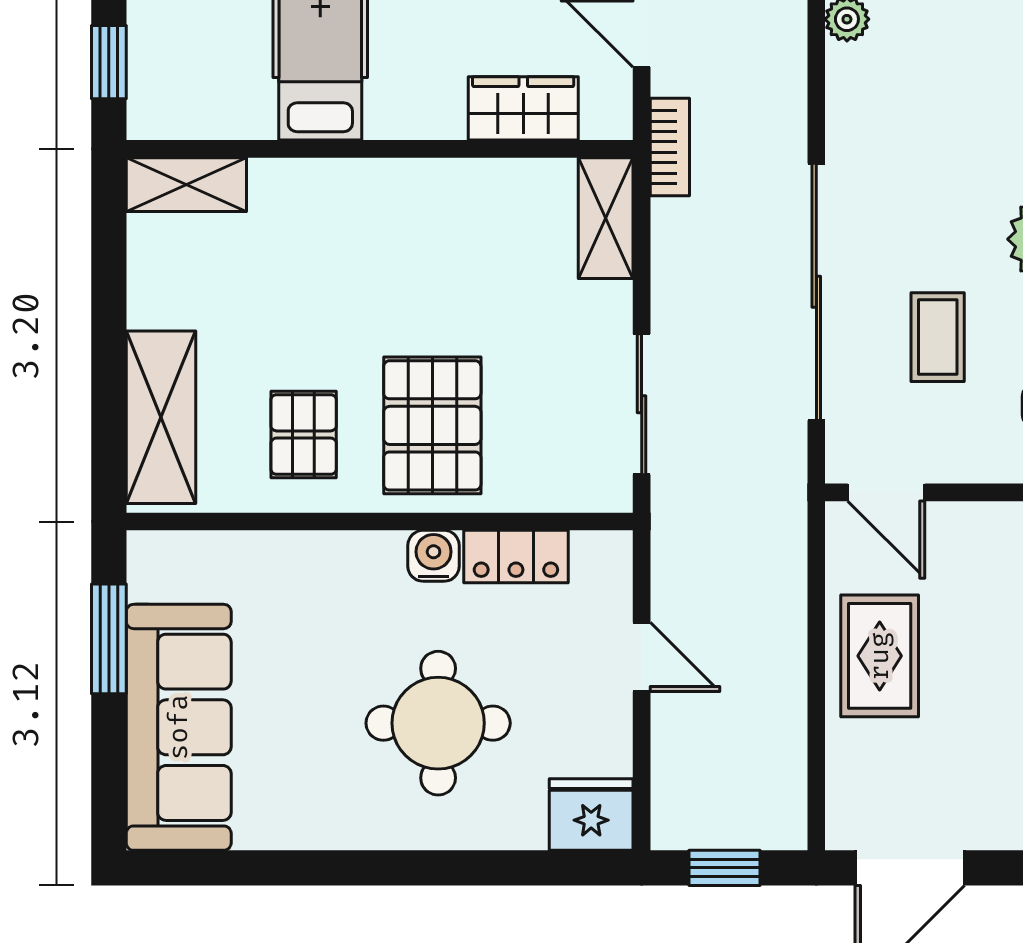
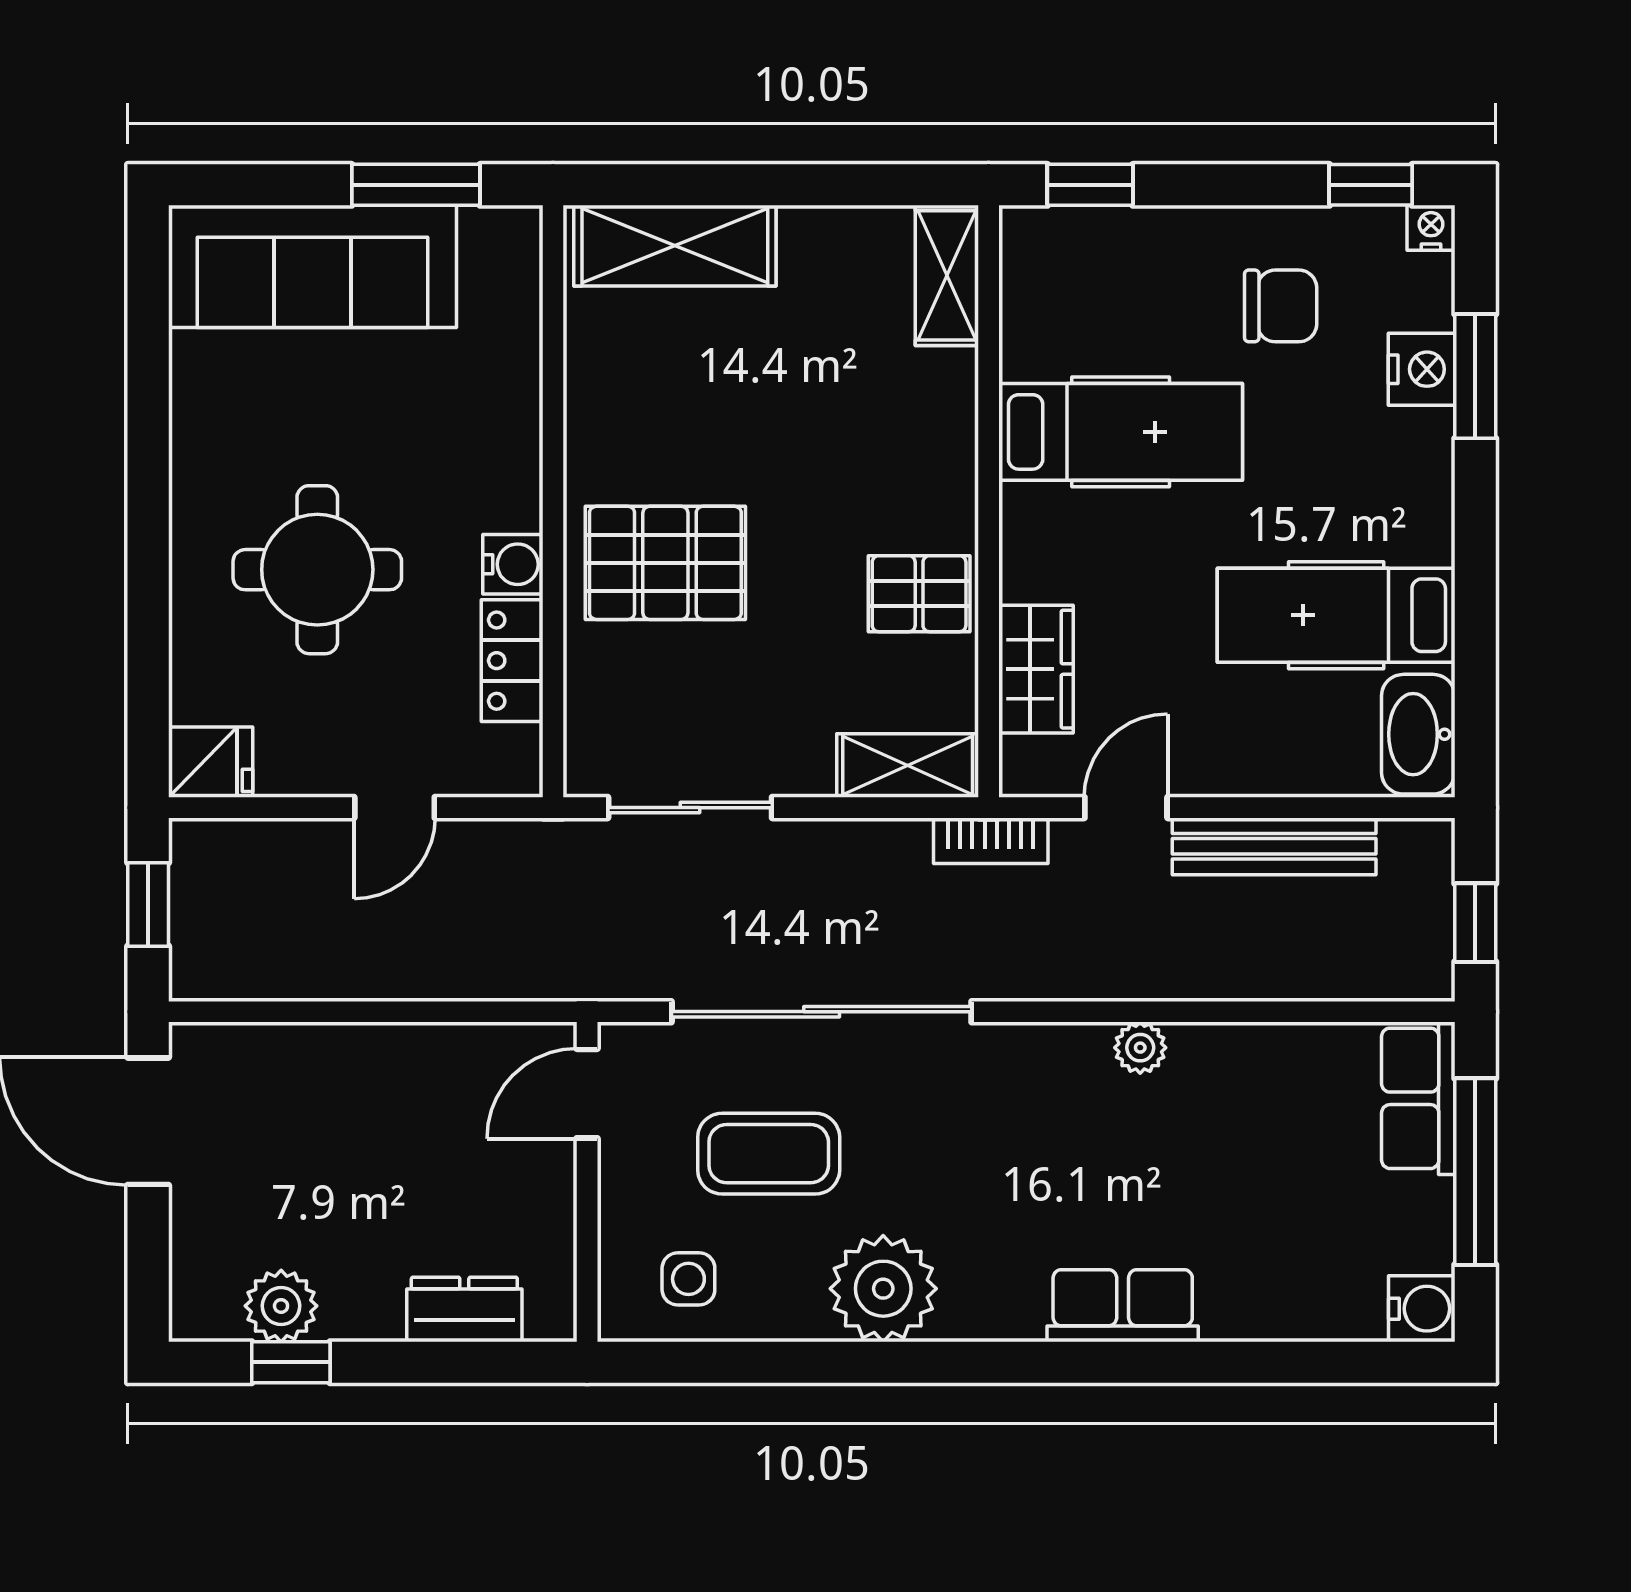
coffee table: (938, 337) -> (769, 1154), width x1.36, depth x1.30
pallet: (304, 434) -> (919, 594), moved
rug: (880, 656) -> (396, 1086), removed
fridge: (591, 814) -> (211, 762), width x0.72

